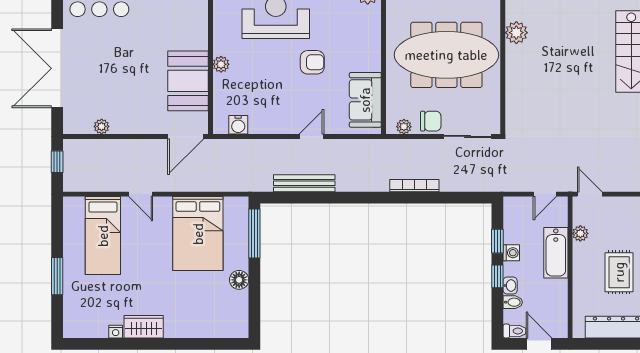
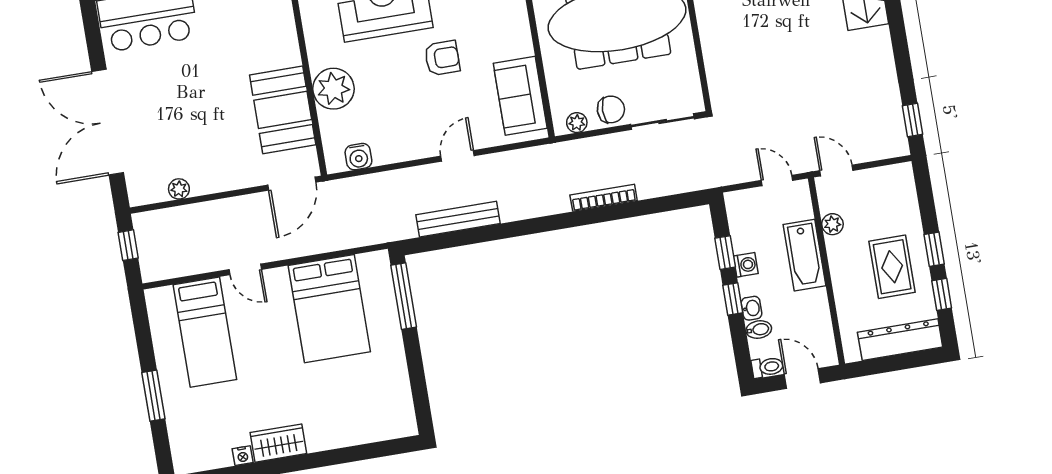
plant: (221, 64) -> (333, 89), width x1.88, depth x1.88
door: (545, 194) -> (777, 180), swing flipped
floor lamp: (239, 280) -> (394, 360), removed

